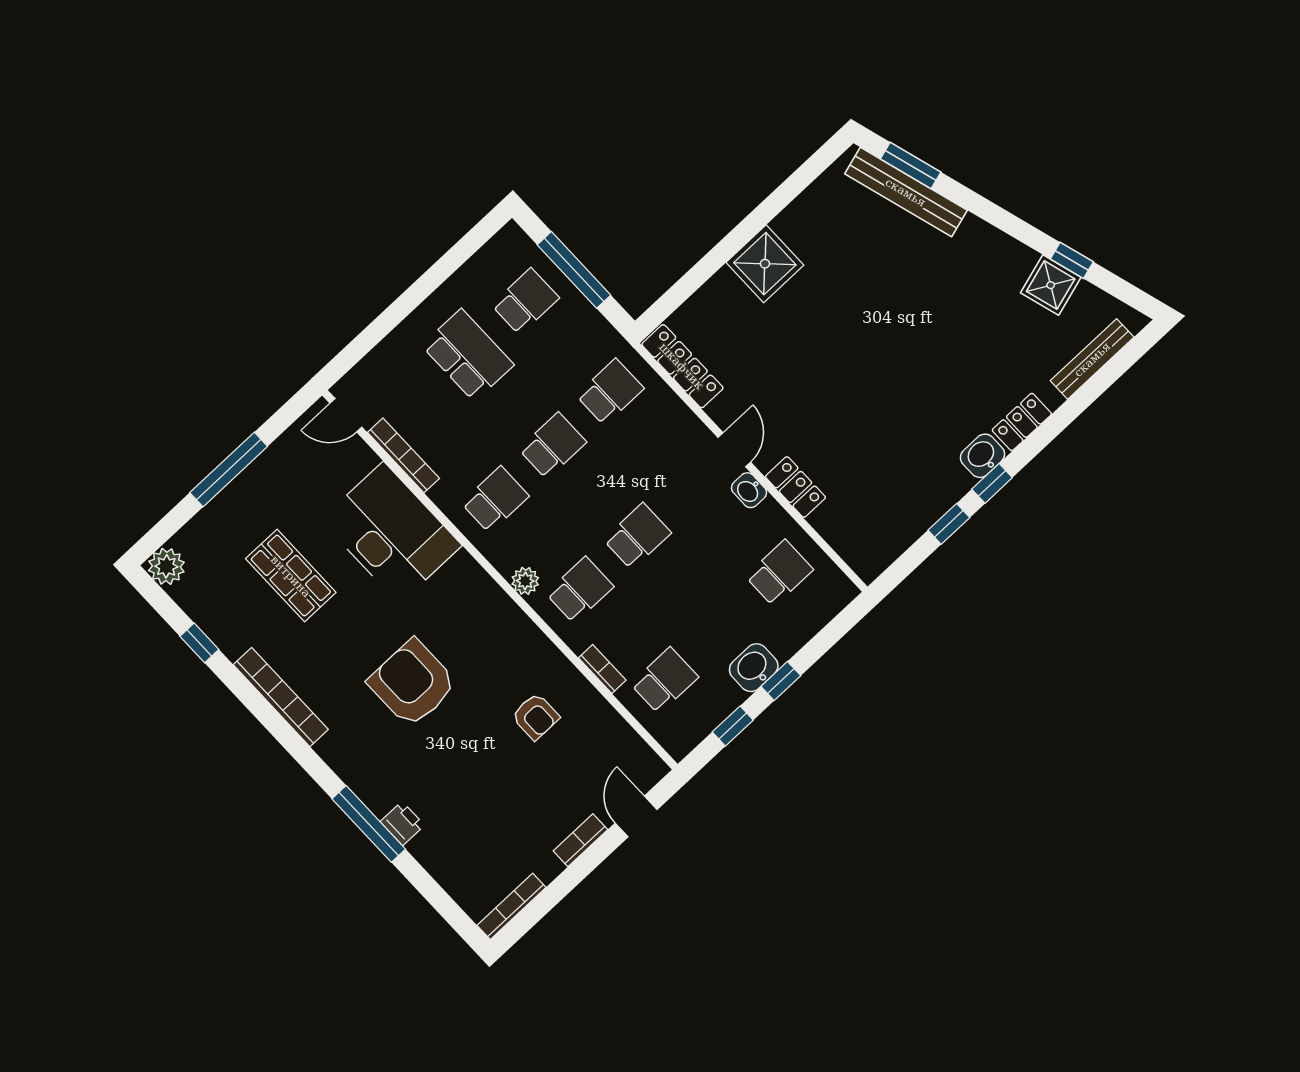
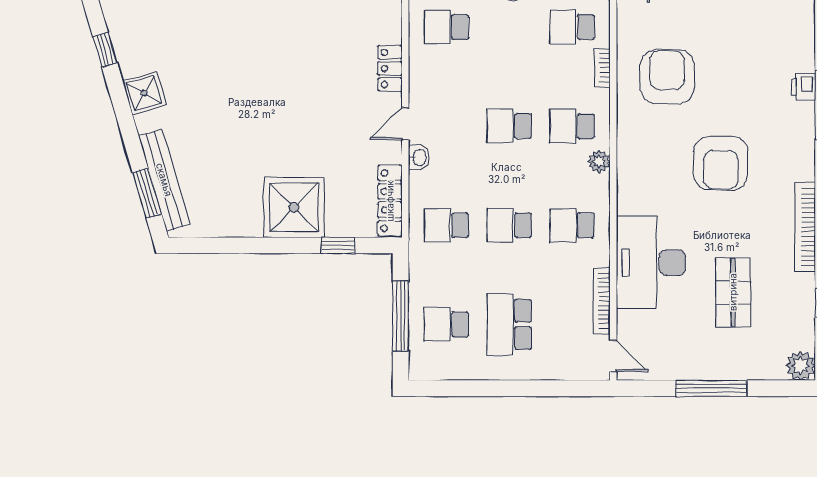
shower: (765, 264) -> (294, 207), width x1.37, depth x1.37
window: (691, 281) -> (338, 245), added
shower: (1051, 285) -> (144, 93), moved
washbasin: (749, 490) -> (419, 158), moved
armchair: (535, 716) -> (667, 77), width x1.88, depth x1.88

